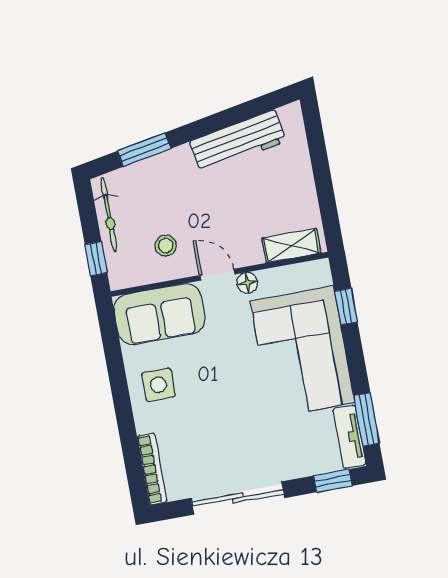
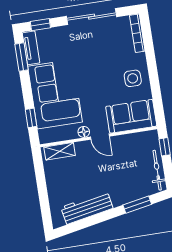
stool: (166, 246) -> (127, 153), removed

